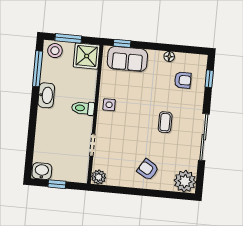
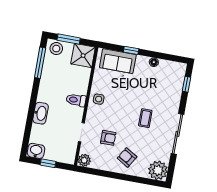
window: (122, 43) -> (131, 50), moved
armchair: (183, 80) -> (108, 138), moved
washbasin: (46, 95) -> (41, 113), moved

